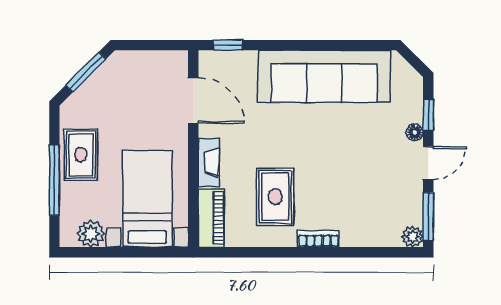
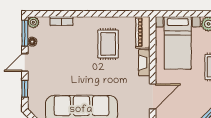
door: (193, 100) -> (153, 96), swing flipped
floor lamp: (415, 132) -> (32, 42), moved
bookcase: (318, 239) -> (61, 21), moved

